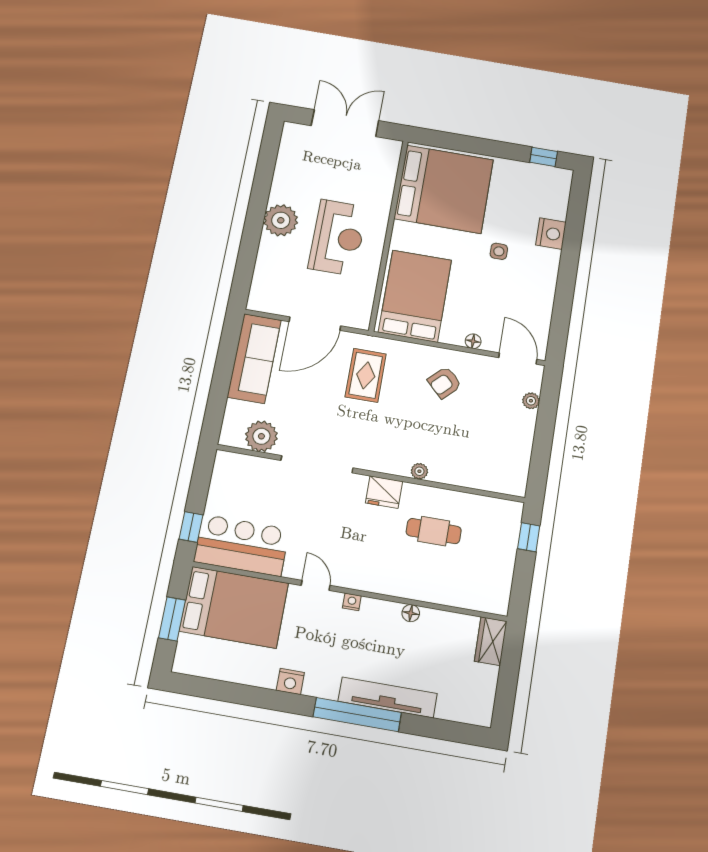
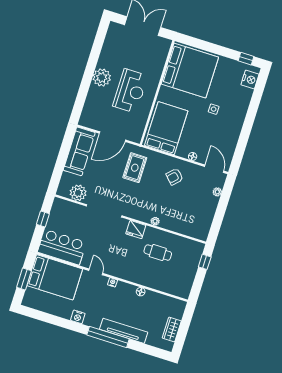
nightstand: (551, 234) -> (250, 79), moved
window: (191, 527) -> (43, 219), moved
wardrobe: (491, 641) -> (172, 329), moved

